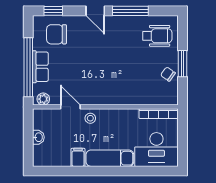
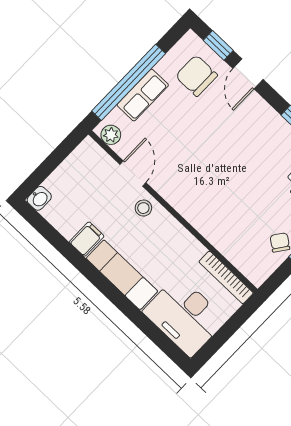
door: (95, 11) -> (248, 74), moved
washbasin: (38, 137) -> (39, 198), moved

